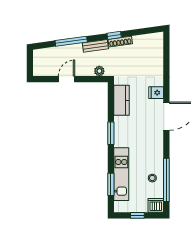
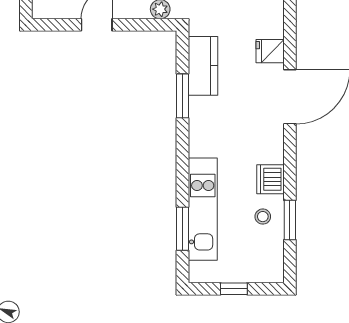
window: (111, 133) -> (182, 96), moved
window: (166, 180) -> (290, 220), width x0.47
dishwasher: (156, 205) -> (270, 179), moved, turned -90

